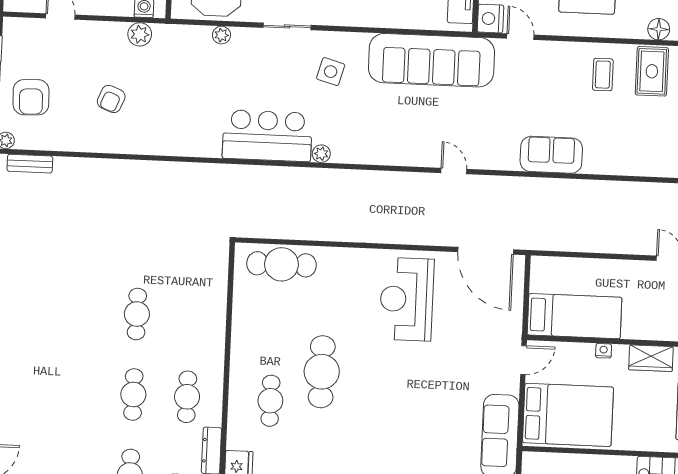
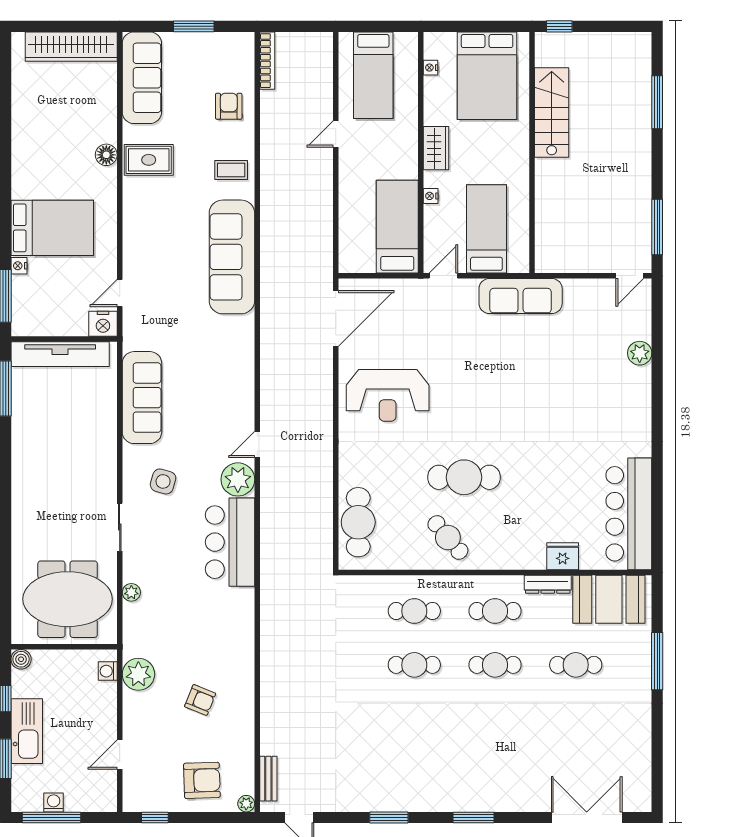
plant: (140, 34) -> (138, 674), width x1.36, depth x1.36
sofa: (431, 60) -> (142, 398), width x0.74, depth x0.79
coffee table: (603, 75) -> (231, 170), moved
plant: (321, 154) -> (238, 479), width x1.87, depth x1.87
sofa: (551, 155) -> (232, 257), width x1.85, depth x1.27
door: (454, 171) -> (257, 444), moved
cafe table: (191, 316) -> (414, 611), added
door: (523, 360) -> (443, 276), hinge flipped
cafe table: (270, 401) -> (448, 537), moved, turned 50
bed: (568, 415) -> (486, 229), width x0.67

